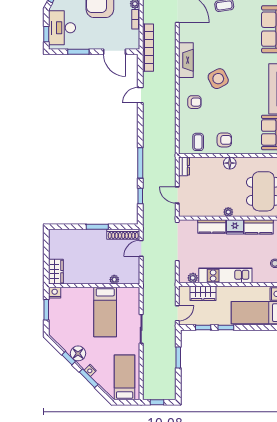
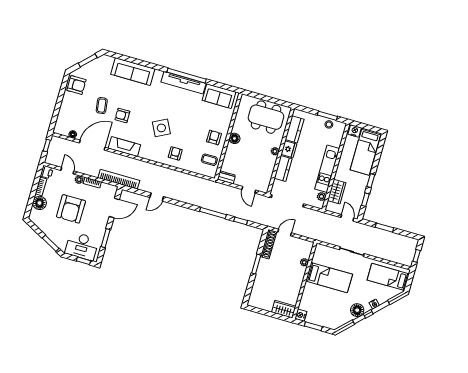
armchair: (220, 31) -> (122, 115), added
fireplace: (186, 60) -> (124, 147), moved
door: (140, 95) -> (157, 197), hinge flipped
door: (177, 195) -> (249, 190), hinge flipped
door: (141, 248) -> (285, 233), swing flipped

